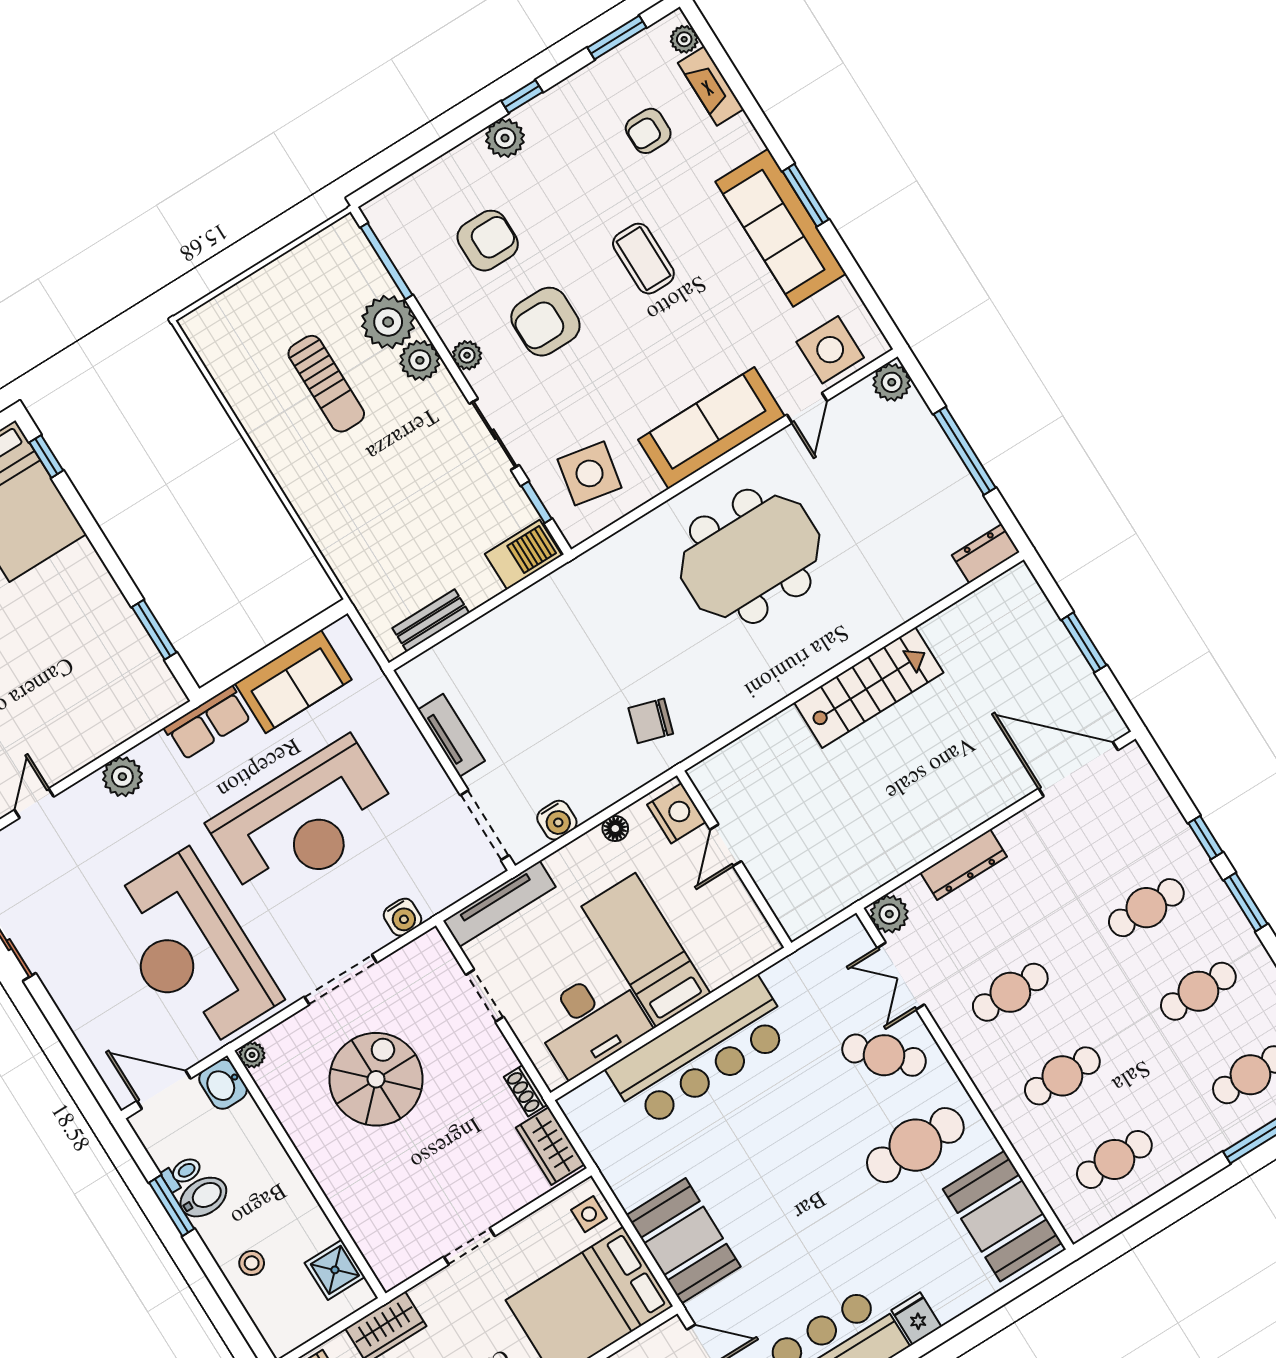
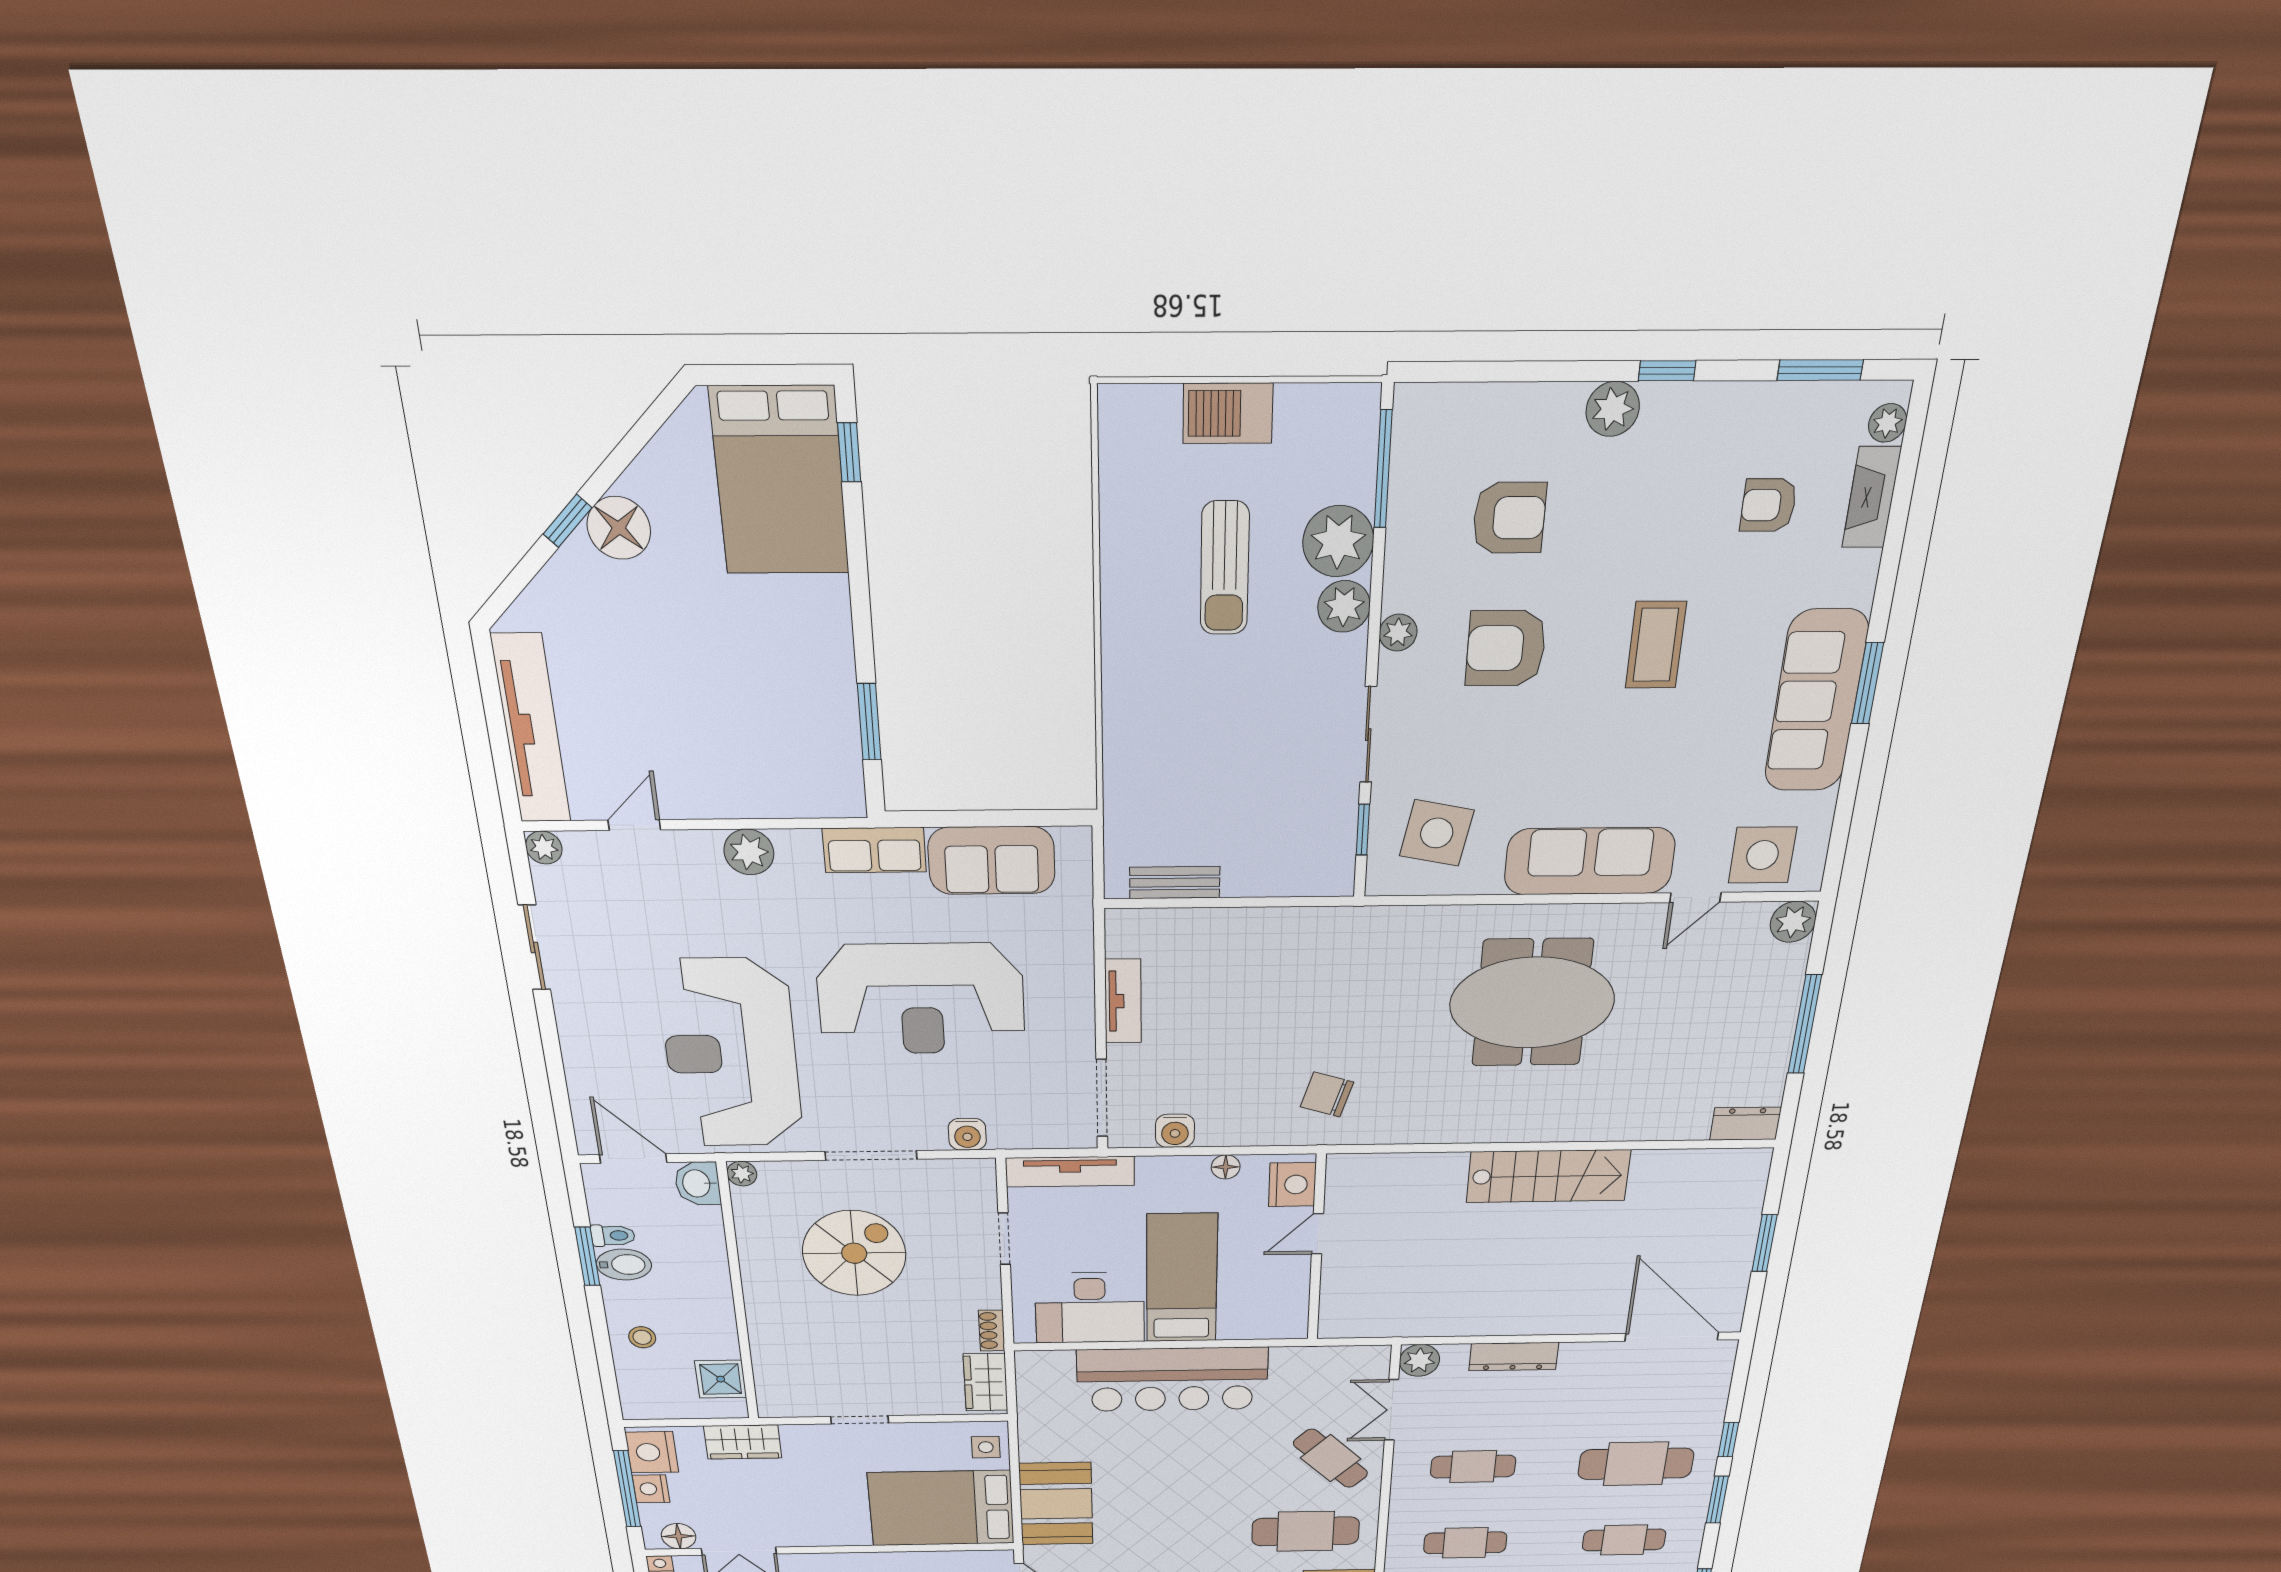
barbecue: (523, 555) -> (1228, 413), moved, turned 180
cafe table: (1146, 908) -> (1636, 1464), width x1.37, depth x1.35

